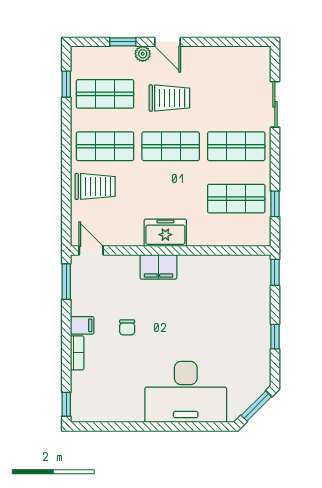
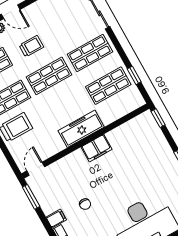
trolley: (169, 98) -> (31, 46), width x0.73, depth x0.72
freezer: (165, 233) -> (81, 129), width x1.40
door: (91, 251) -> (36, 169), hinge flipped
filing cabinet: (158, 267) -> (97, 148), moved

